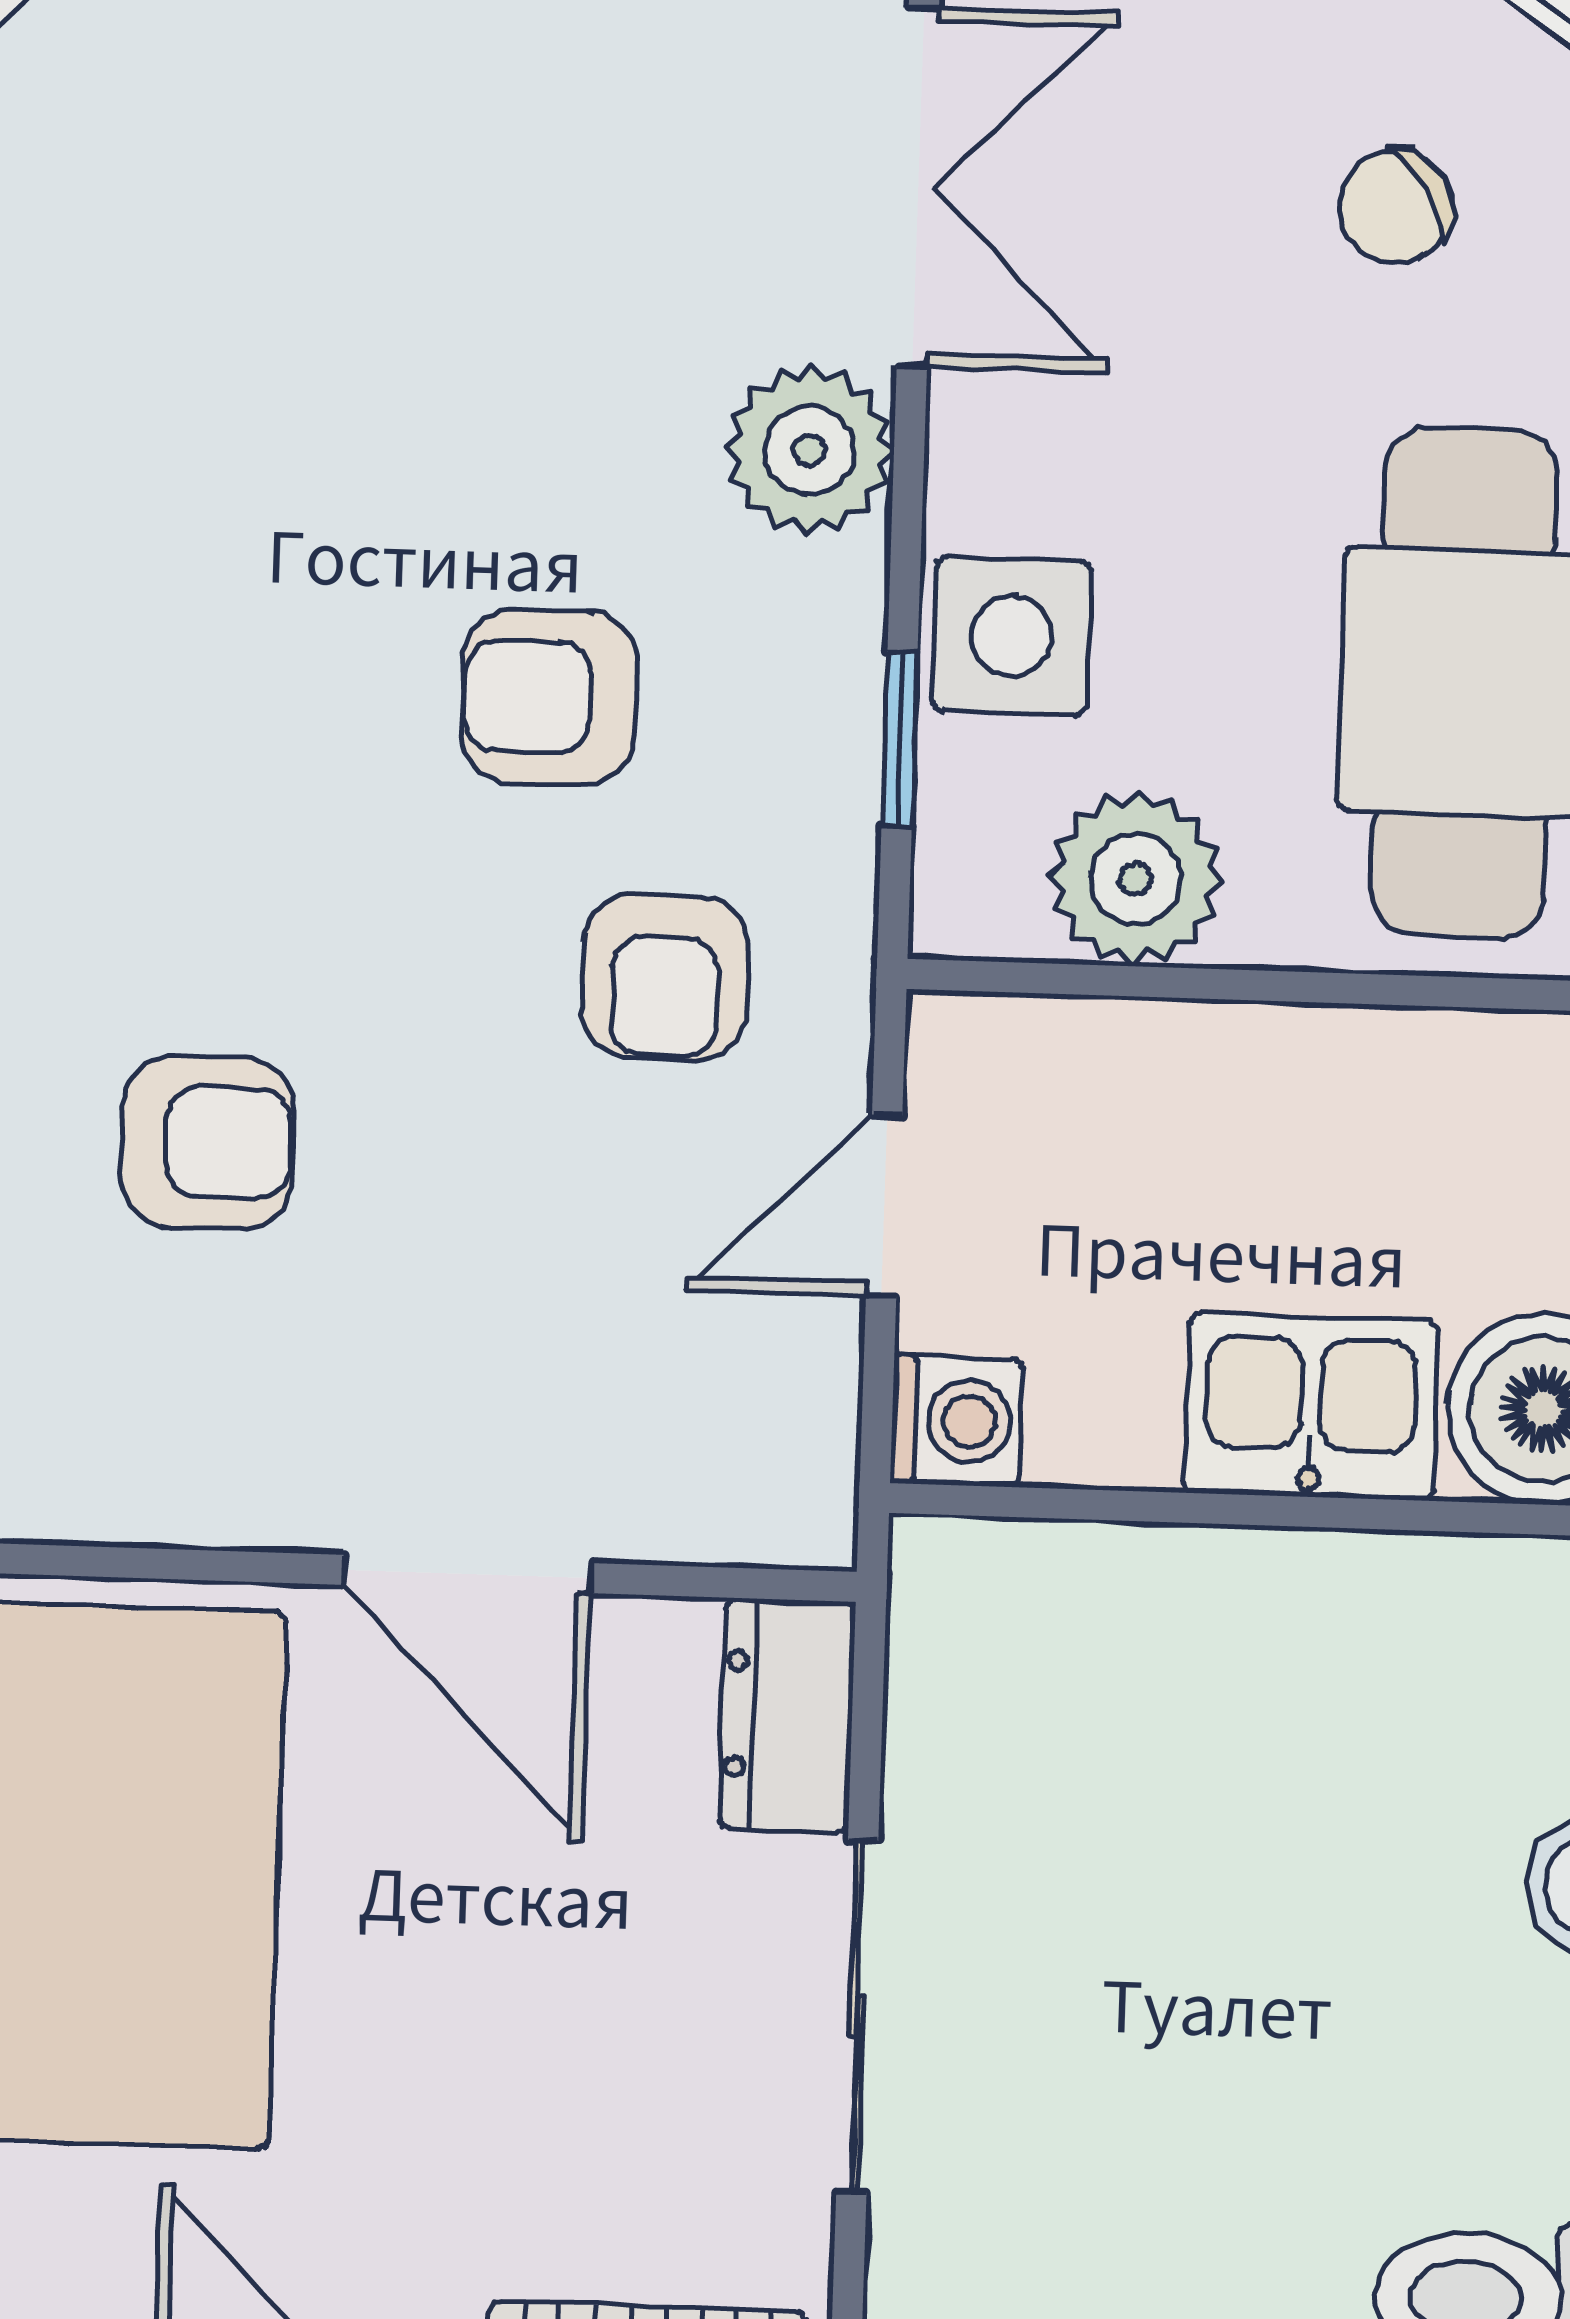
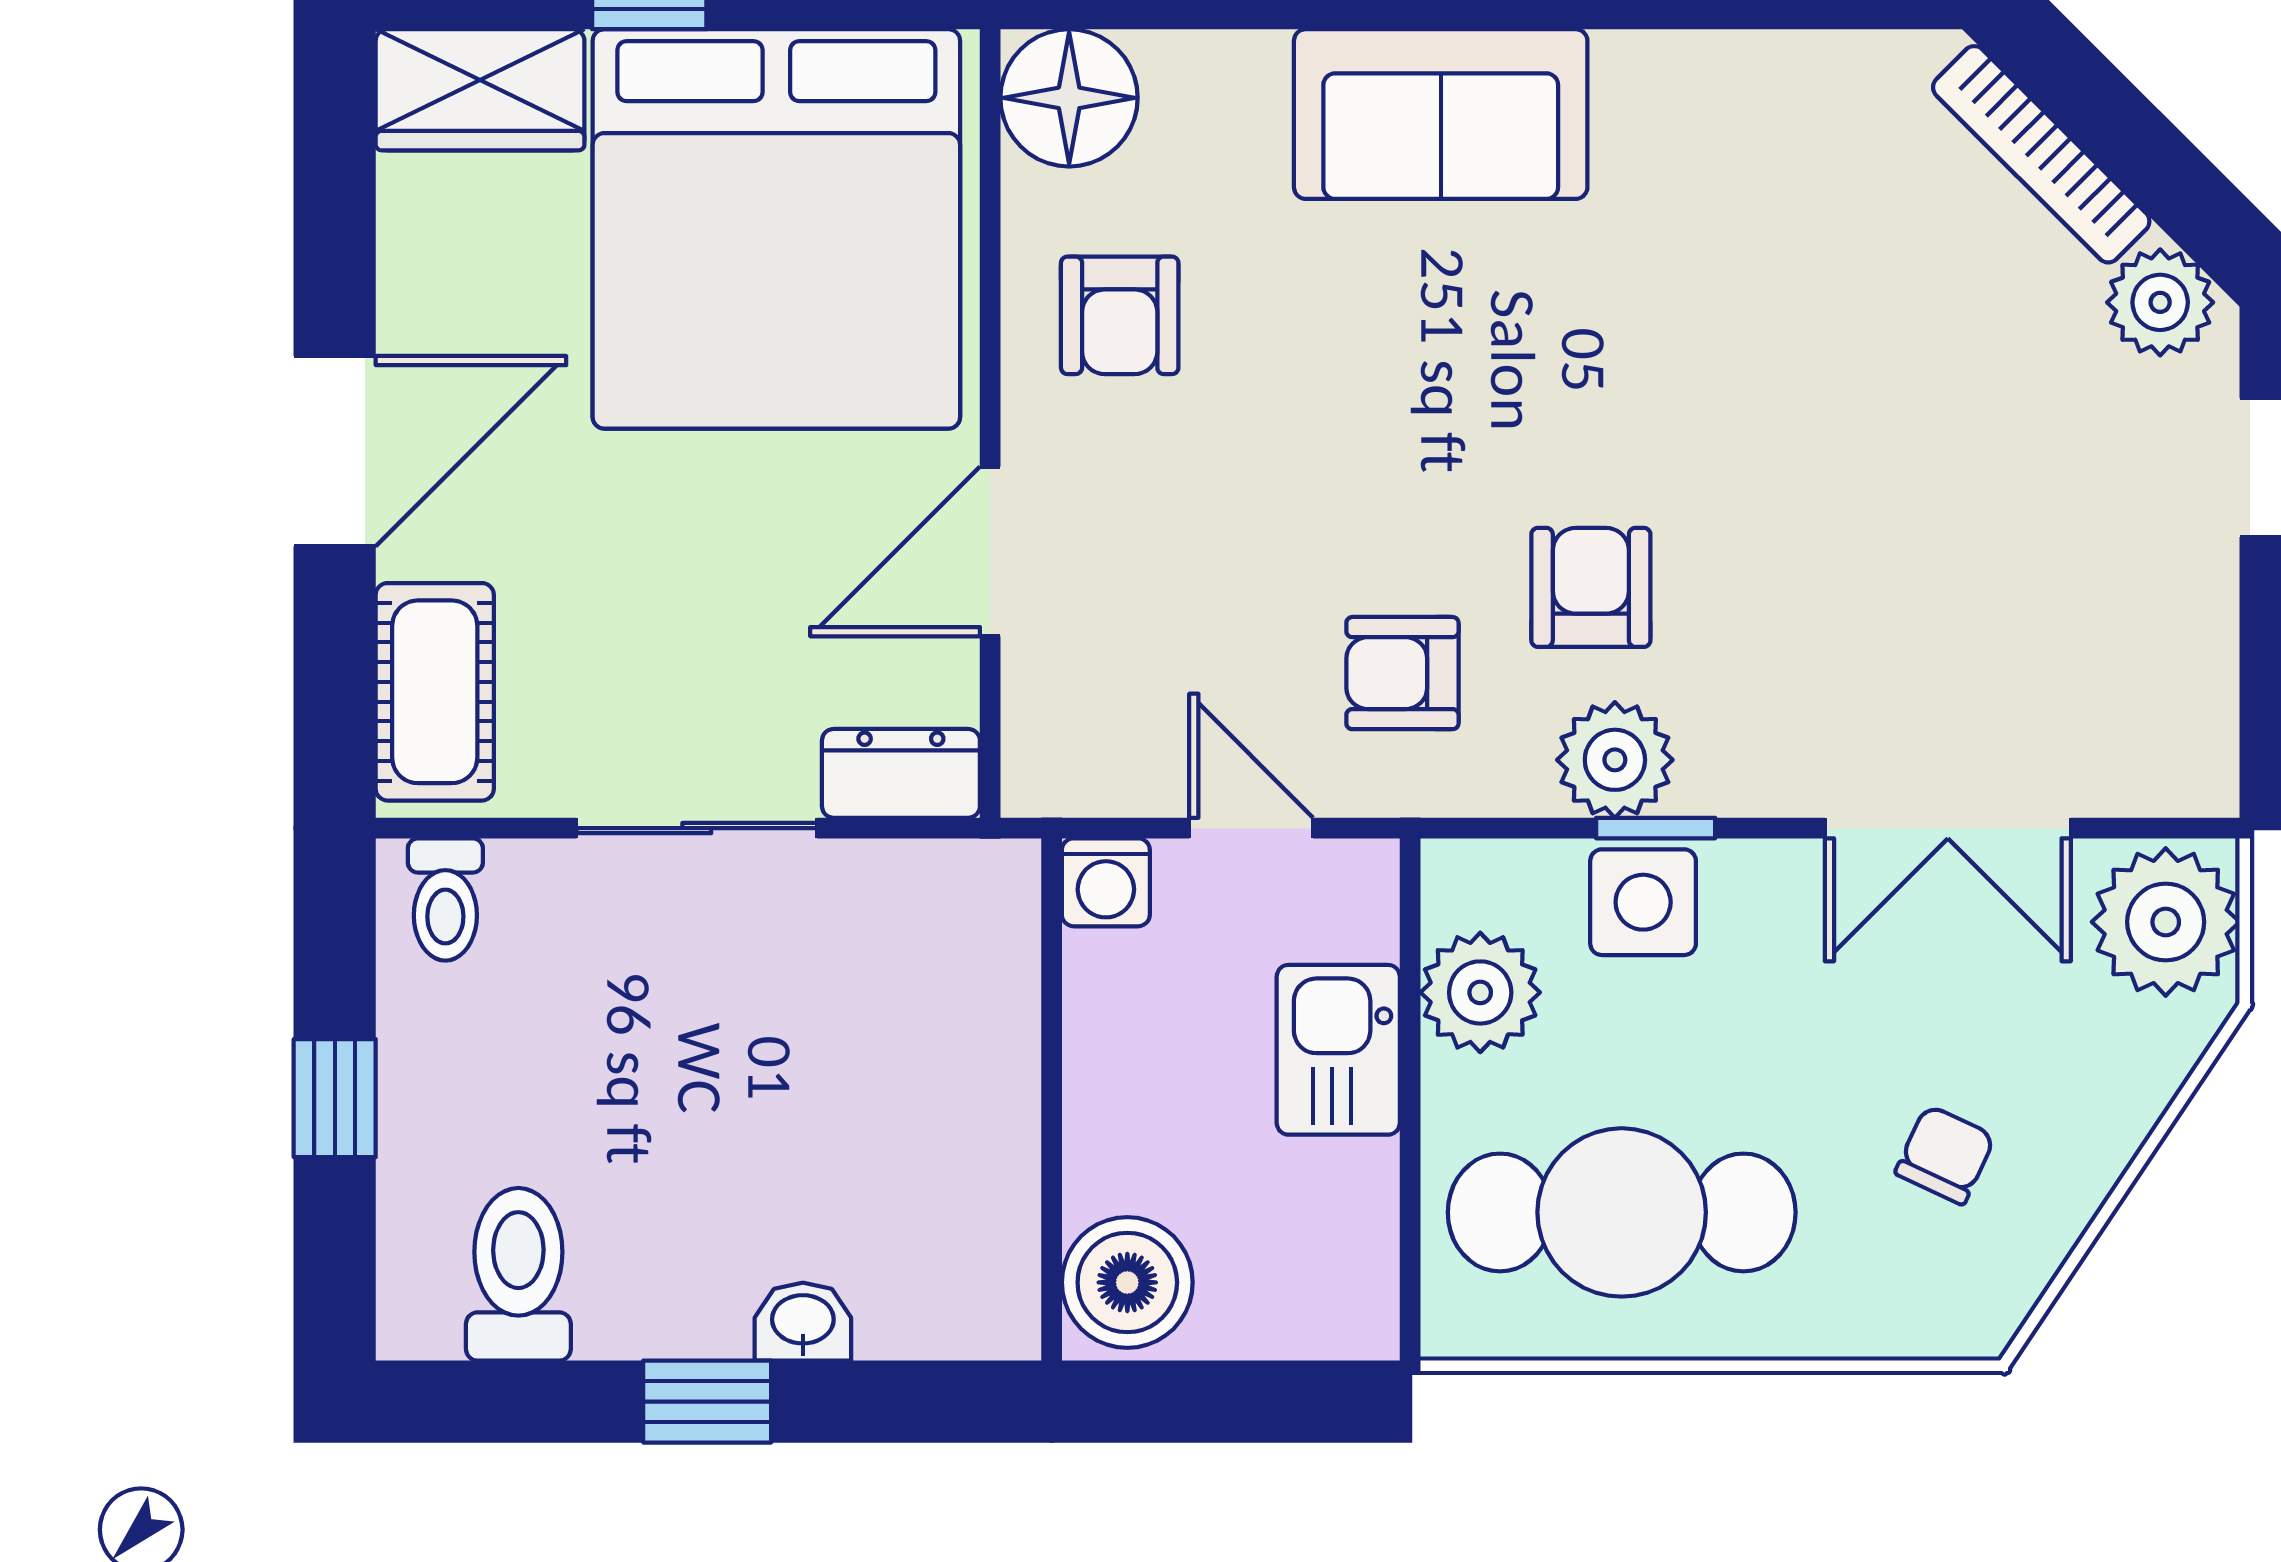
chair: (1396, 207) -> (1945, 1155), turned 58
plant: (809, 450) -> (1615, 760), moved
window: (900, 739) -> (1656, 828), moved
armchair: (207, 1142) -> (1120, 315), moved
kitchen sink: (1311, 1407) -> (1338, 1050), moved, turned 180

